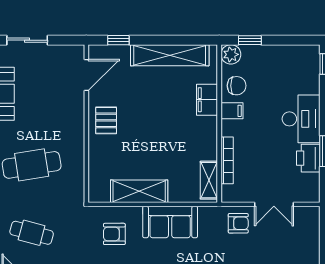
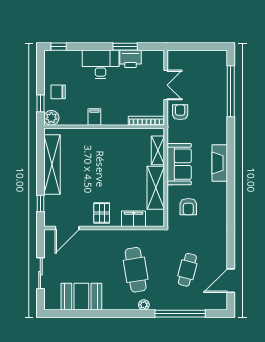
door: (86, 75) -> (67, 228), swing flipped
chair: (237, 86) -> (58, 92), moved, turned -90
filing cabinet: (207, 100) -> (133, 219), moved, turned 180
pallet: (106, 120) -> (102, 213), turned 90
bookcase: (227, 160) -> (146, 121), moved
shelving: (209, 180) -> (158, 150), moved, turned 90

